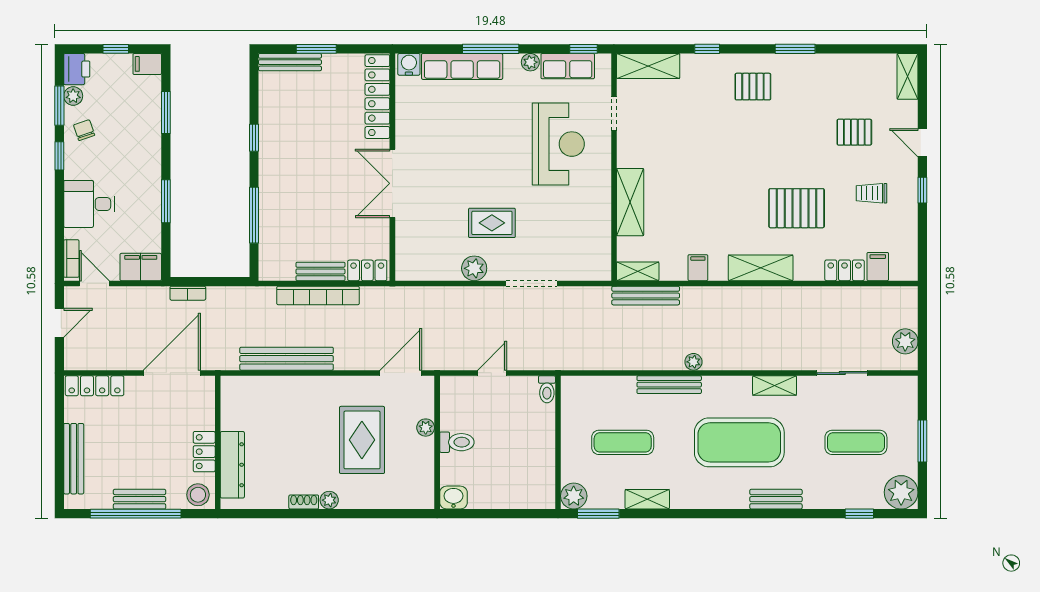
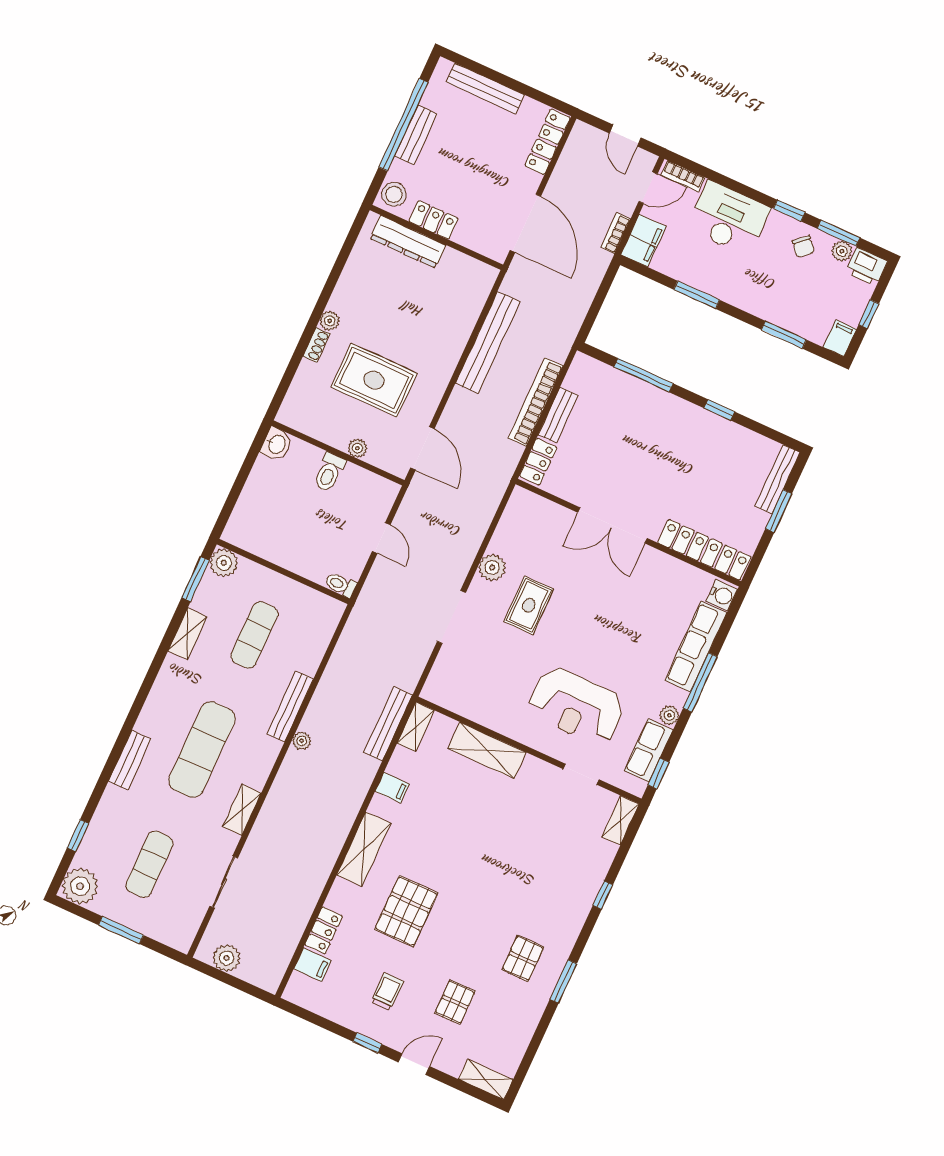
shelving: (648, 66) -> (620, 820), width x0.67, depth x0.75
pallet: (753, 87) -> (523, 958), moved
chair: (84, 130) -> (803, 247), turned 68
double door: (392, 183) -> (612, 525), swing flipped
desk: (89, 204) -> (728, 218), width x1.37
bookcase: (188, 293) -> (616, 233), moved
exercise mat: (739, 442) -> (202, 750), width x0.68
shoe rack: (304, 502) -> (316, 345), moved

